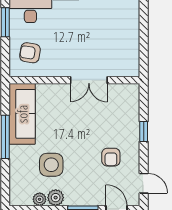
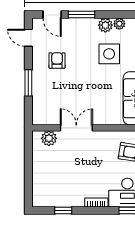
plant: (120, 68) -> (49, 138), added
window: (144, 132) -> (28, 83), width x1.50

